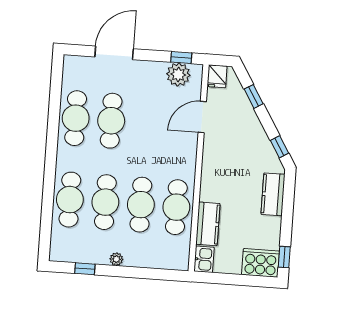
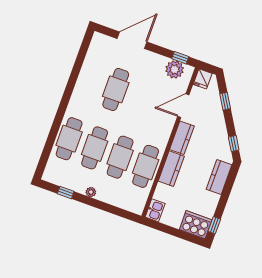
cafe table: (76, 118) -> (90, 80), removed
kitchen counter: (212, 158) -> (182, 138), added
kitchen counter: (208, 224) -> (171, 169), moved

